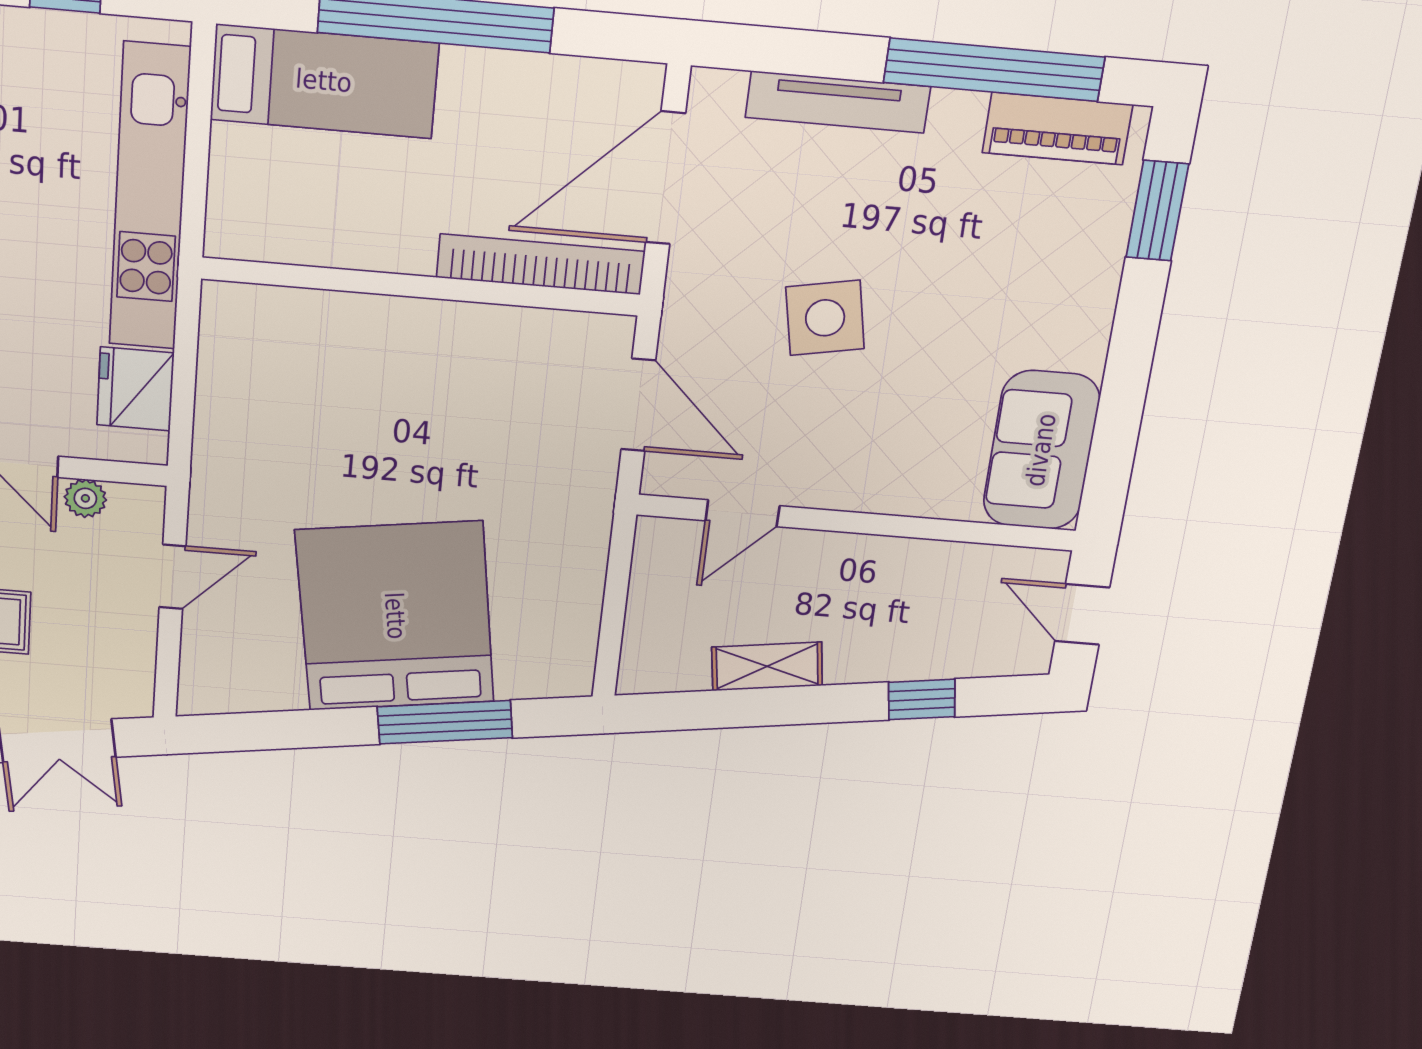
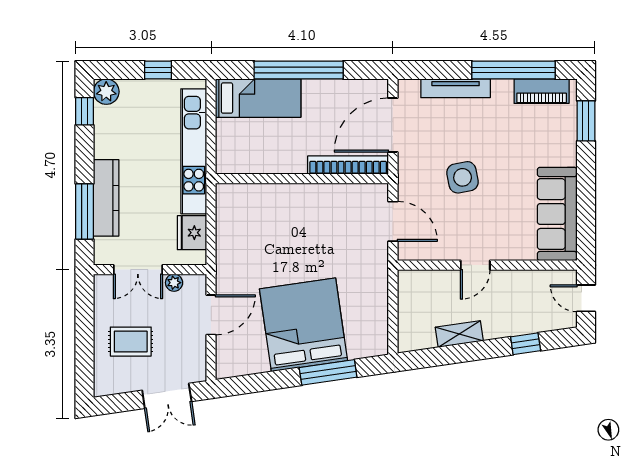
sofa: (1041, 450) -> (557, 214), width x1.36
door: (743, 513) -> (475, 265), moved
door: (173, 577) -> (211, 315), width x1.38

